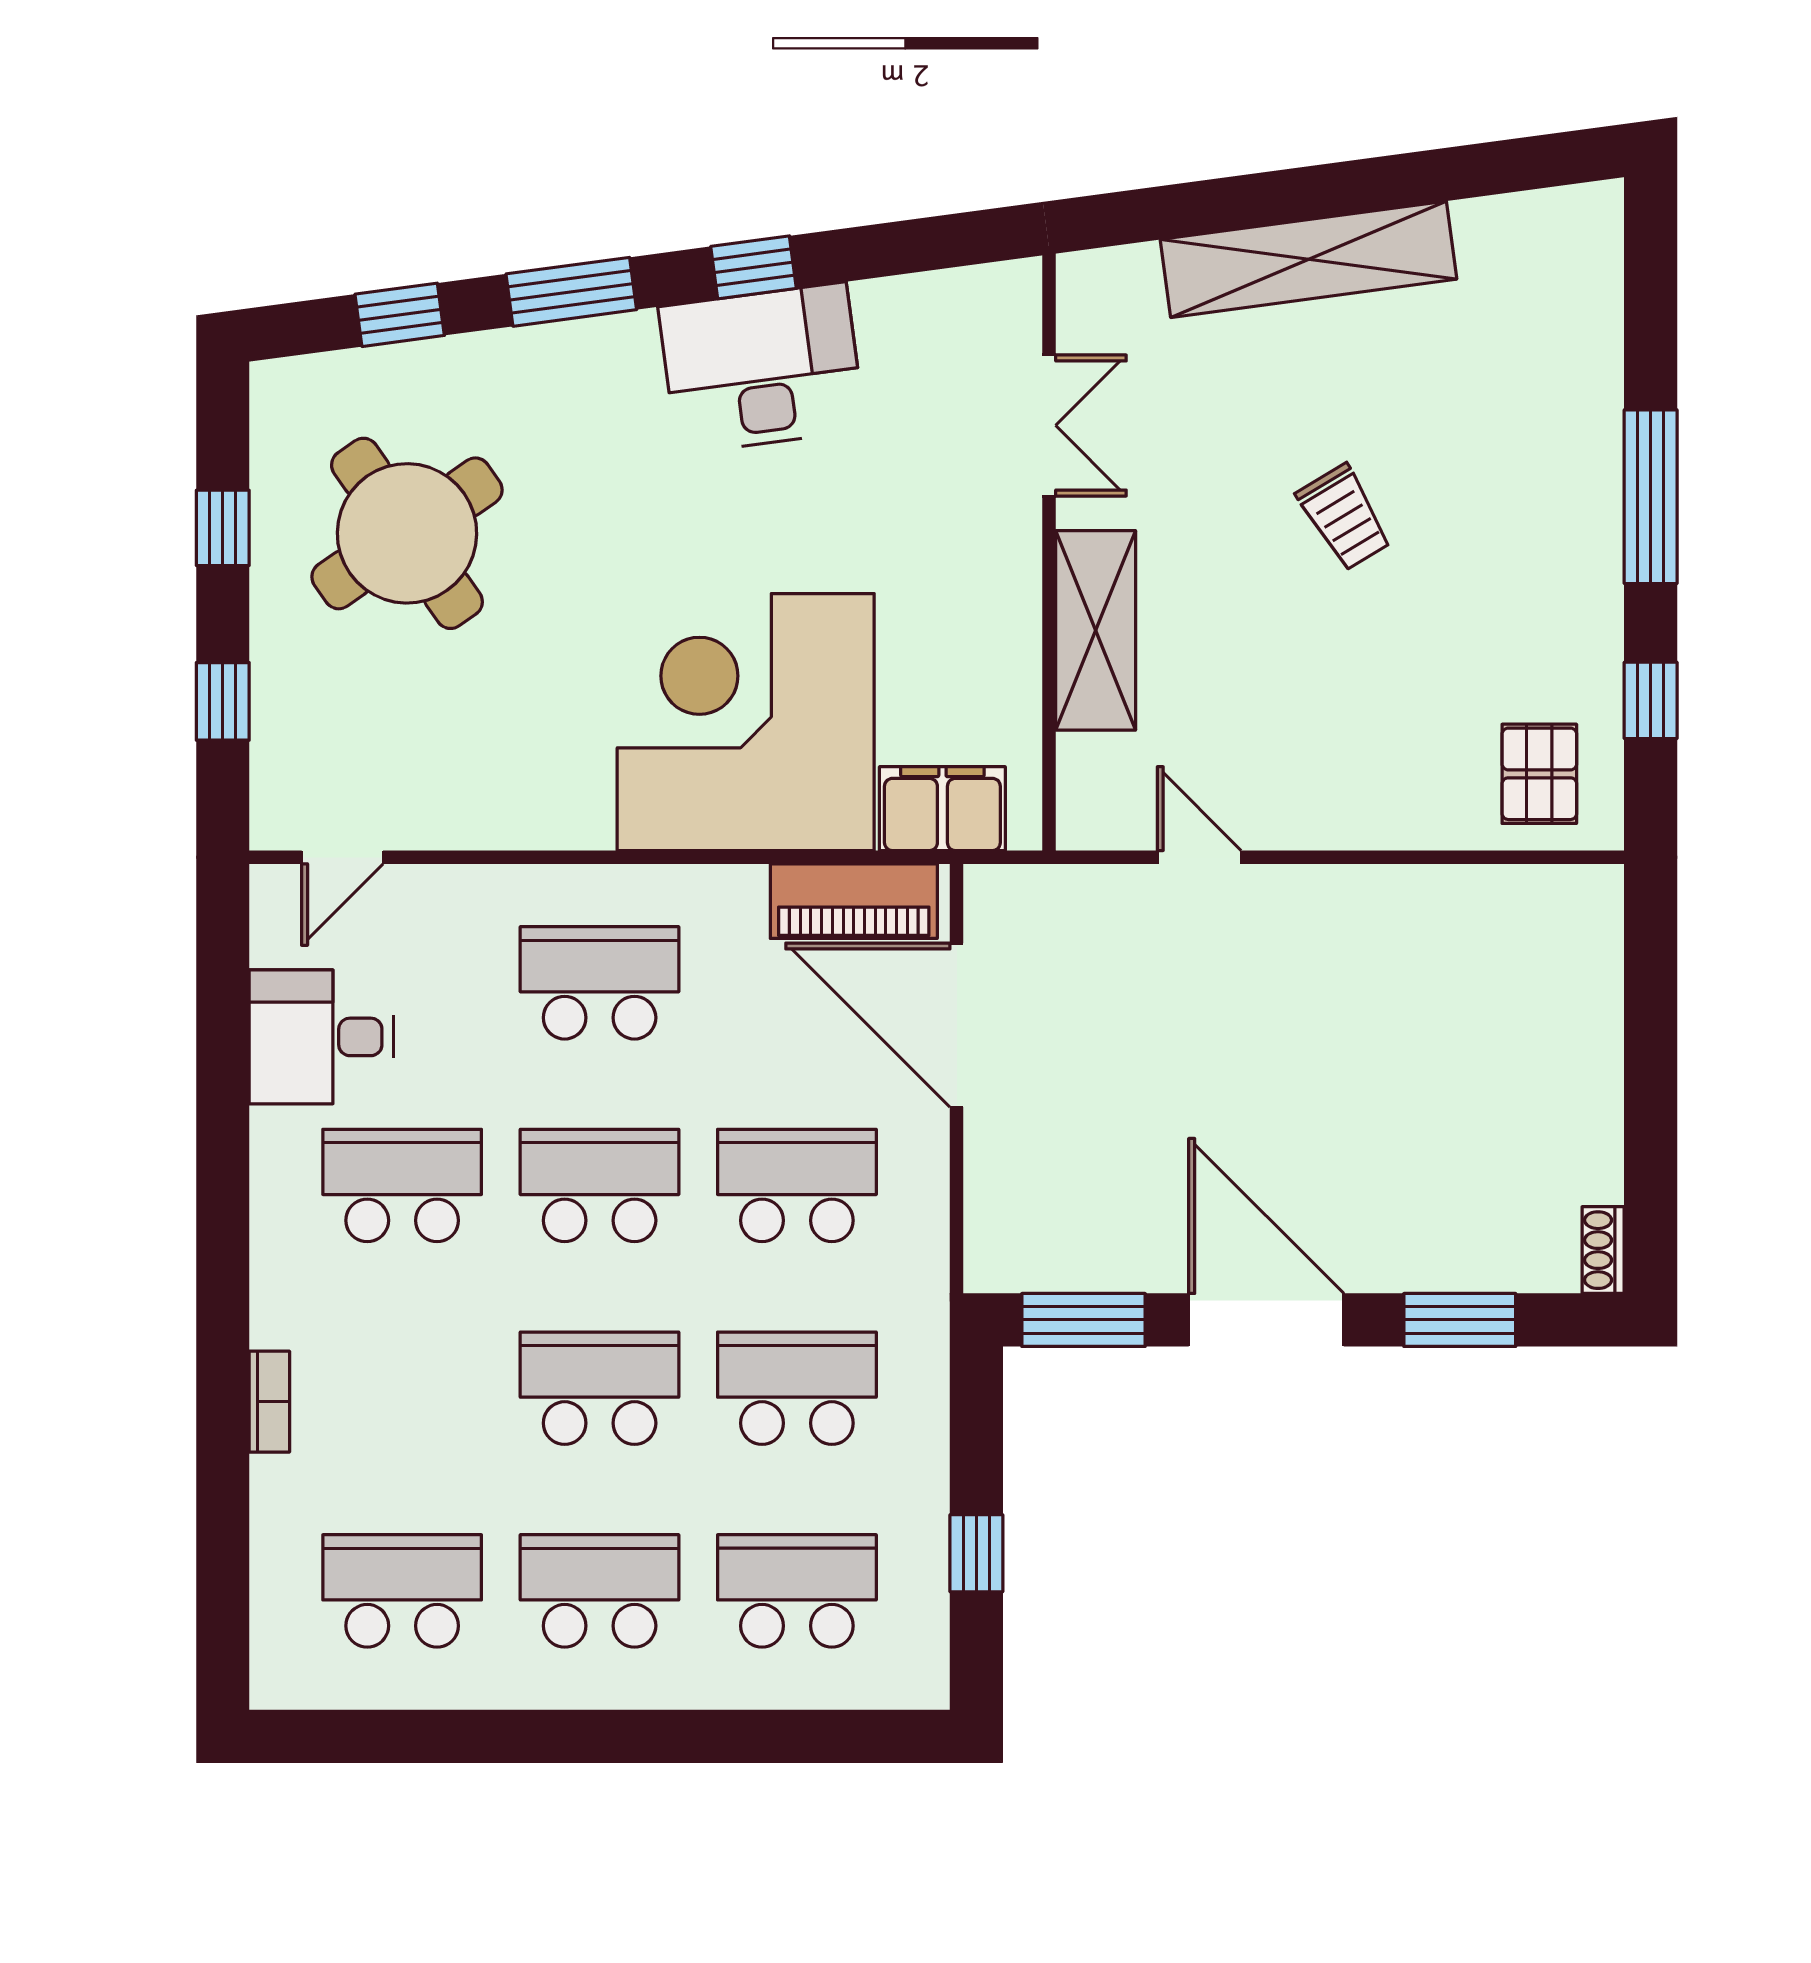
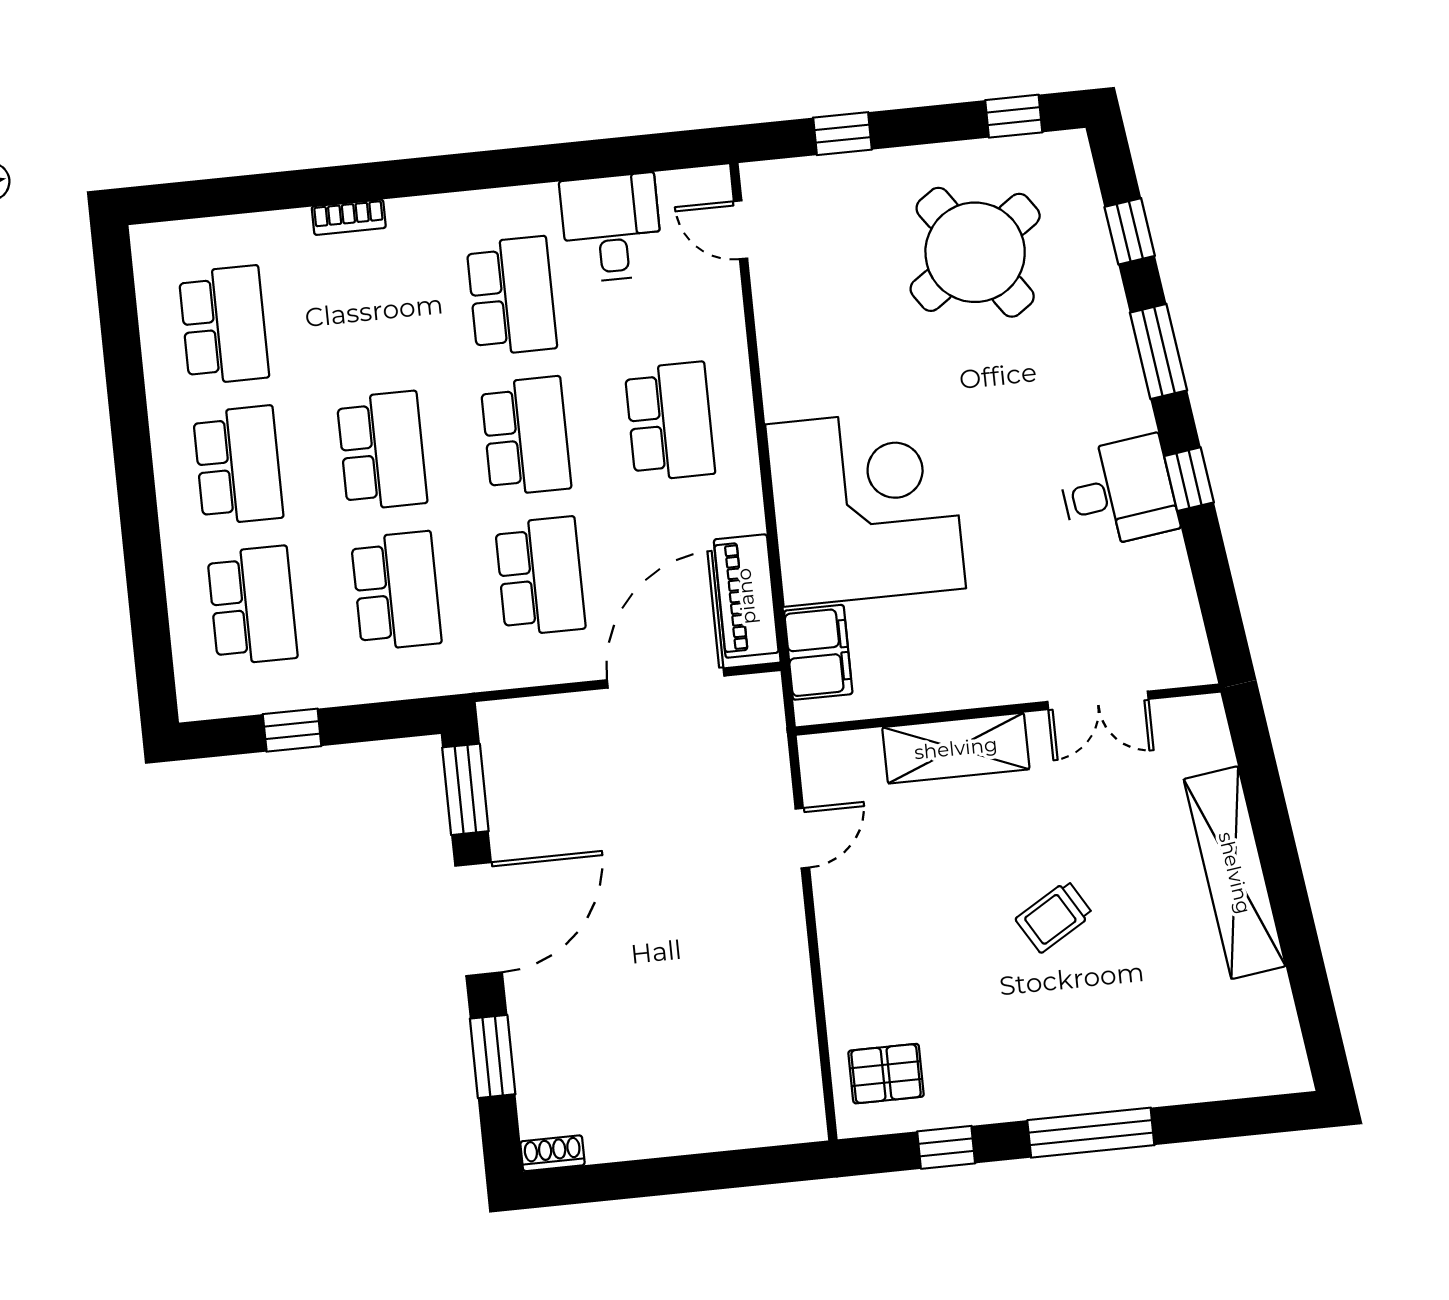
desk: (762, 368) -> (1118, 492), width x0.73
window: (223, 528) -> (1014, 116), moved

